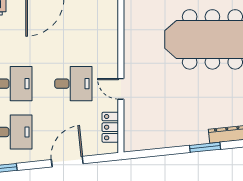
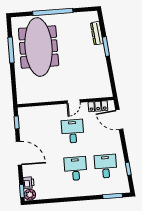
door: (67, 162) -> (119, 120), moved

